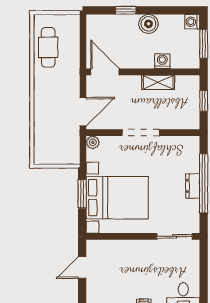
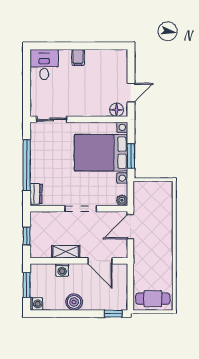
window: (126, 10) -> (113, 314), moved
cafe table: (48, 47) -> (153, 299), moved, turned 90
door: (105, 72) -> (100, 261), moved
dresser: (193, 186) -> (36, 194), moved
floor lamp: (99, 248) -> (117, 110), added

